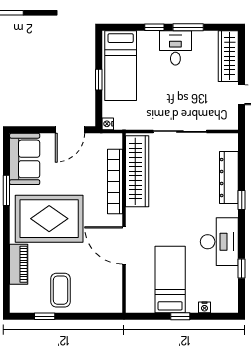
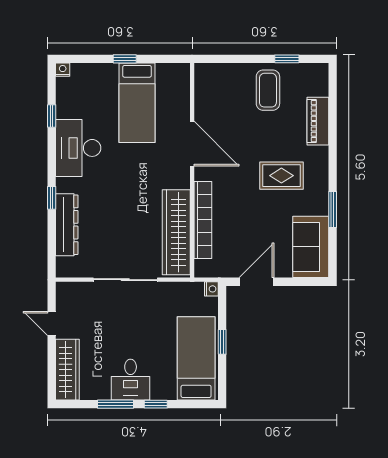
rug: (49, 219) -> (281, 176), width x0.54, depth x0.49
nightstand: (204, 307) -> (63, 70), moved

